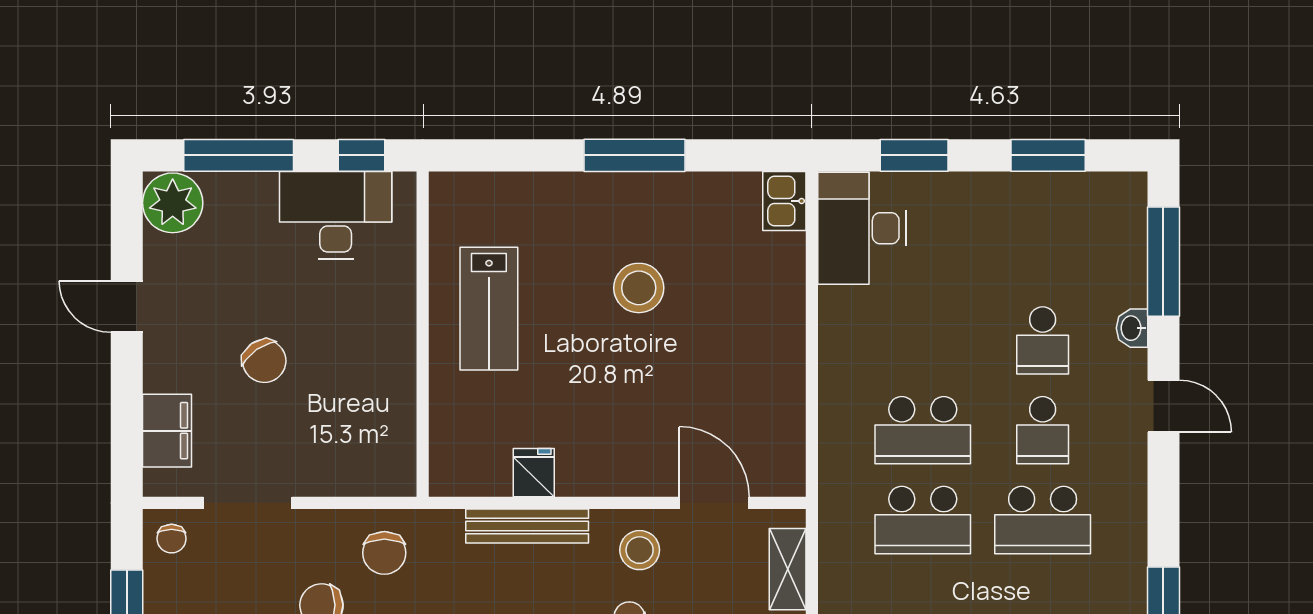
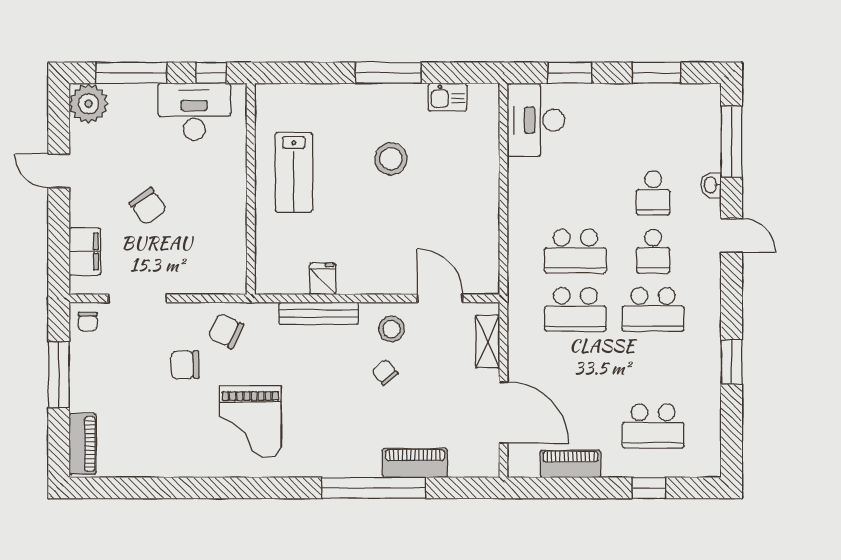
kitchen sink: (784, 201) -> (448, 97), moved, turned -90
chair: (384, 553) -> (226, 331), turned 116

